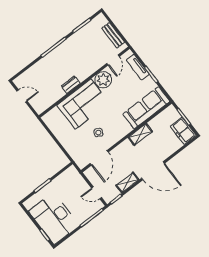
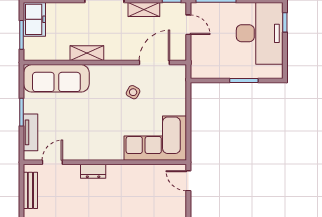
plant: (103, 80) -> (81, 148), removed
dresser: (71, 85) -> (93, 171), moved
door: (22, 96) -> (188, 181), moved
corner sofa: (83, 104) -> (155, 138), moved

